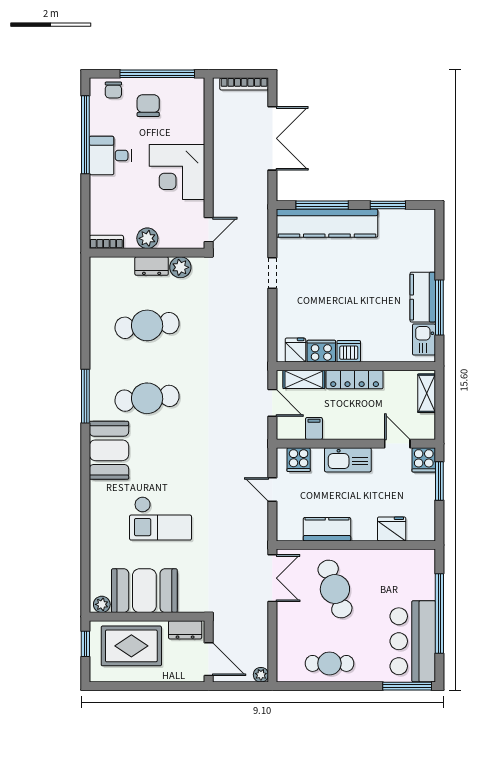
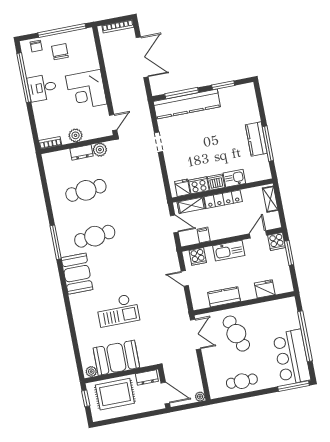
kitchen sink: (424, 340) -> (234, 178), moved, turned 90
door: (397, 444) -> (258, 234), hinge flipped

